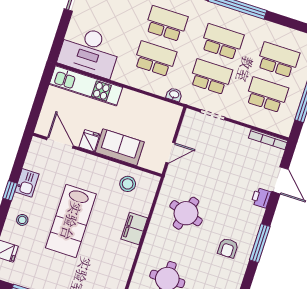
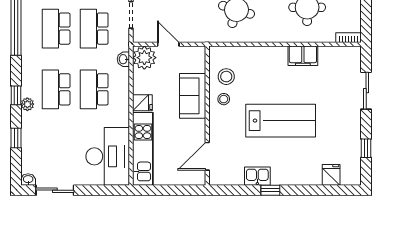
plant: (169, 114) -> (144, 58), added
fridge: (89, 141) -> (142, 103), moved, turned 180
door: (170, 153) -> (168, 44), moved
stool: (22, 220) -> (224, 99), moved
filing cabinet: (134, 228) -> (303, 56), moved

